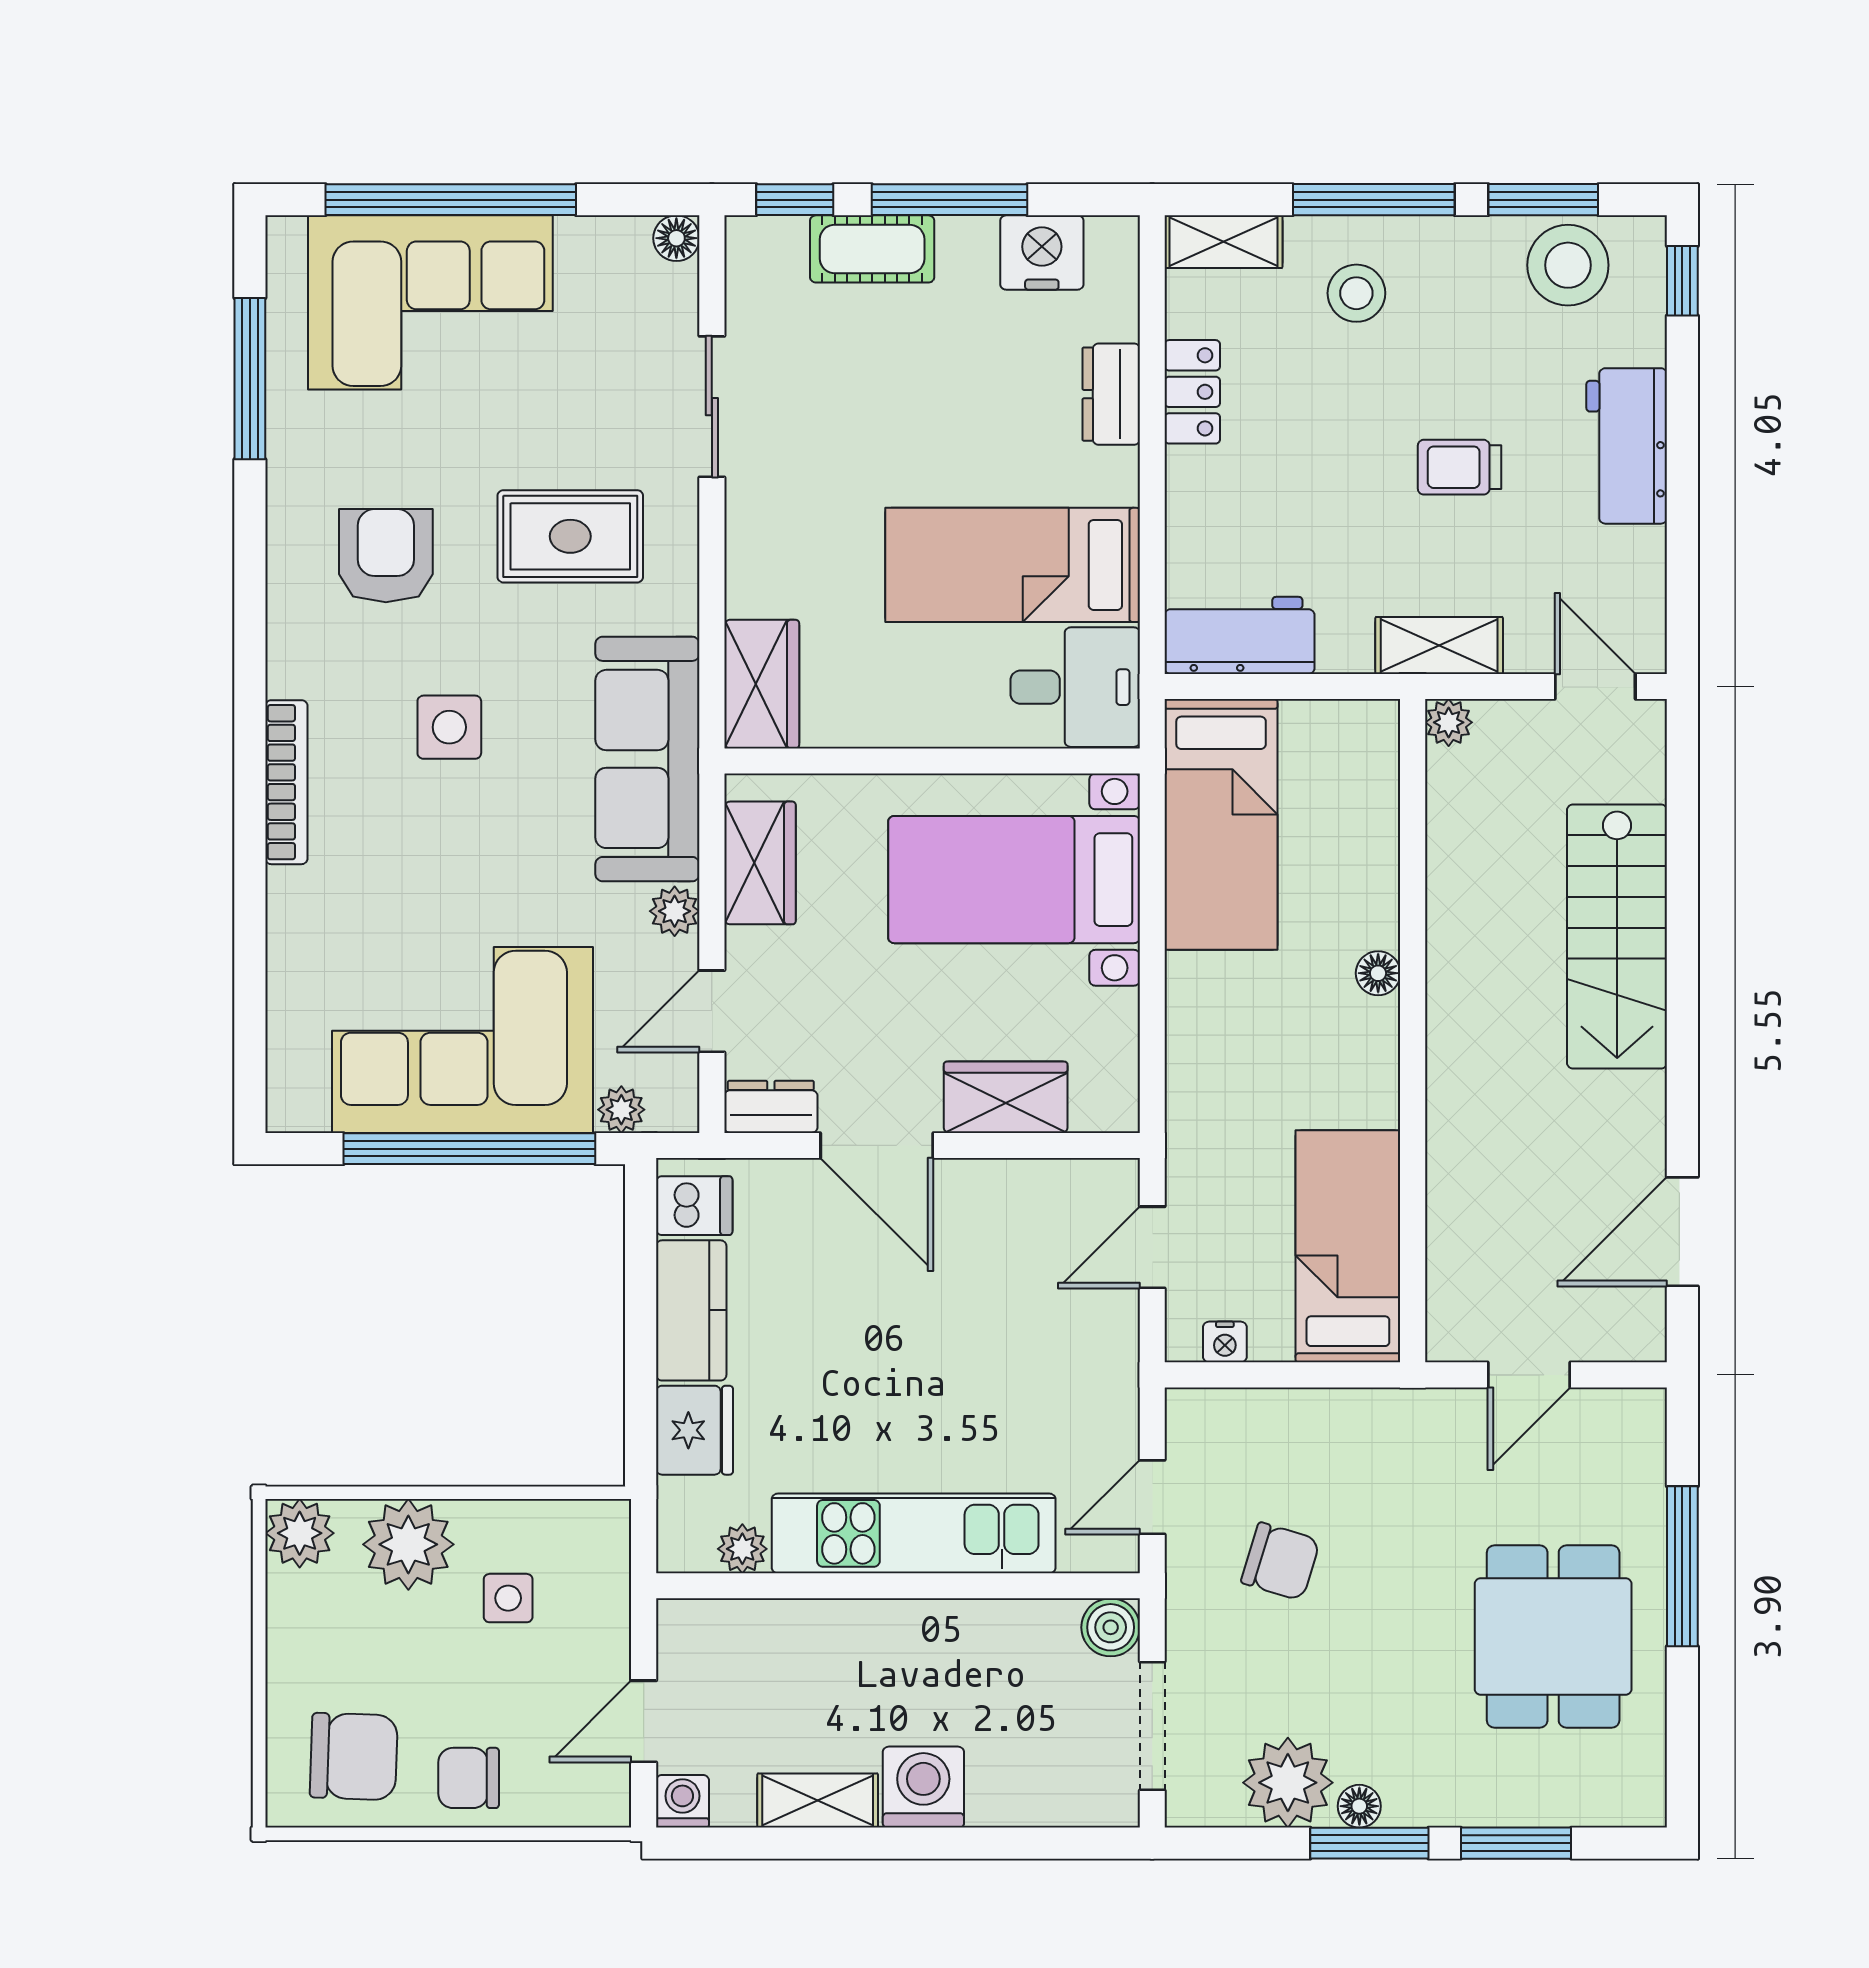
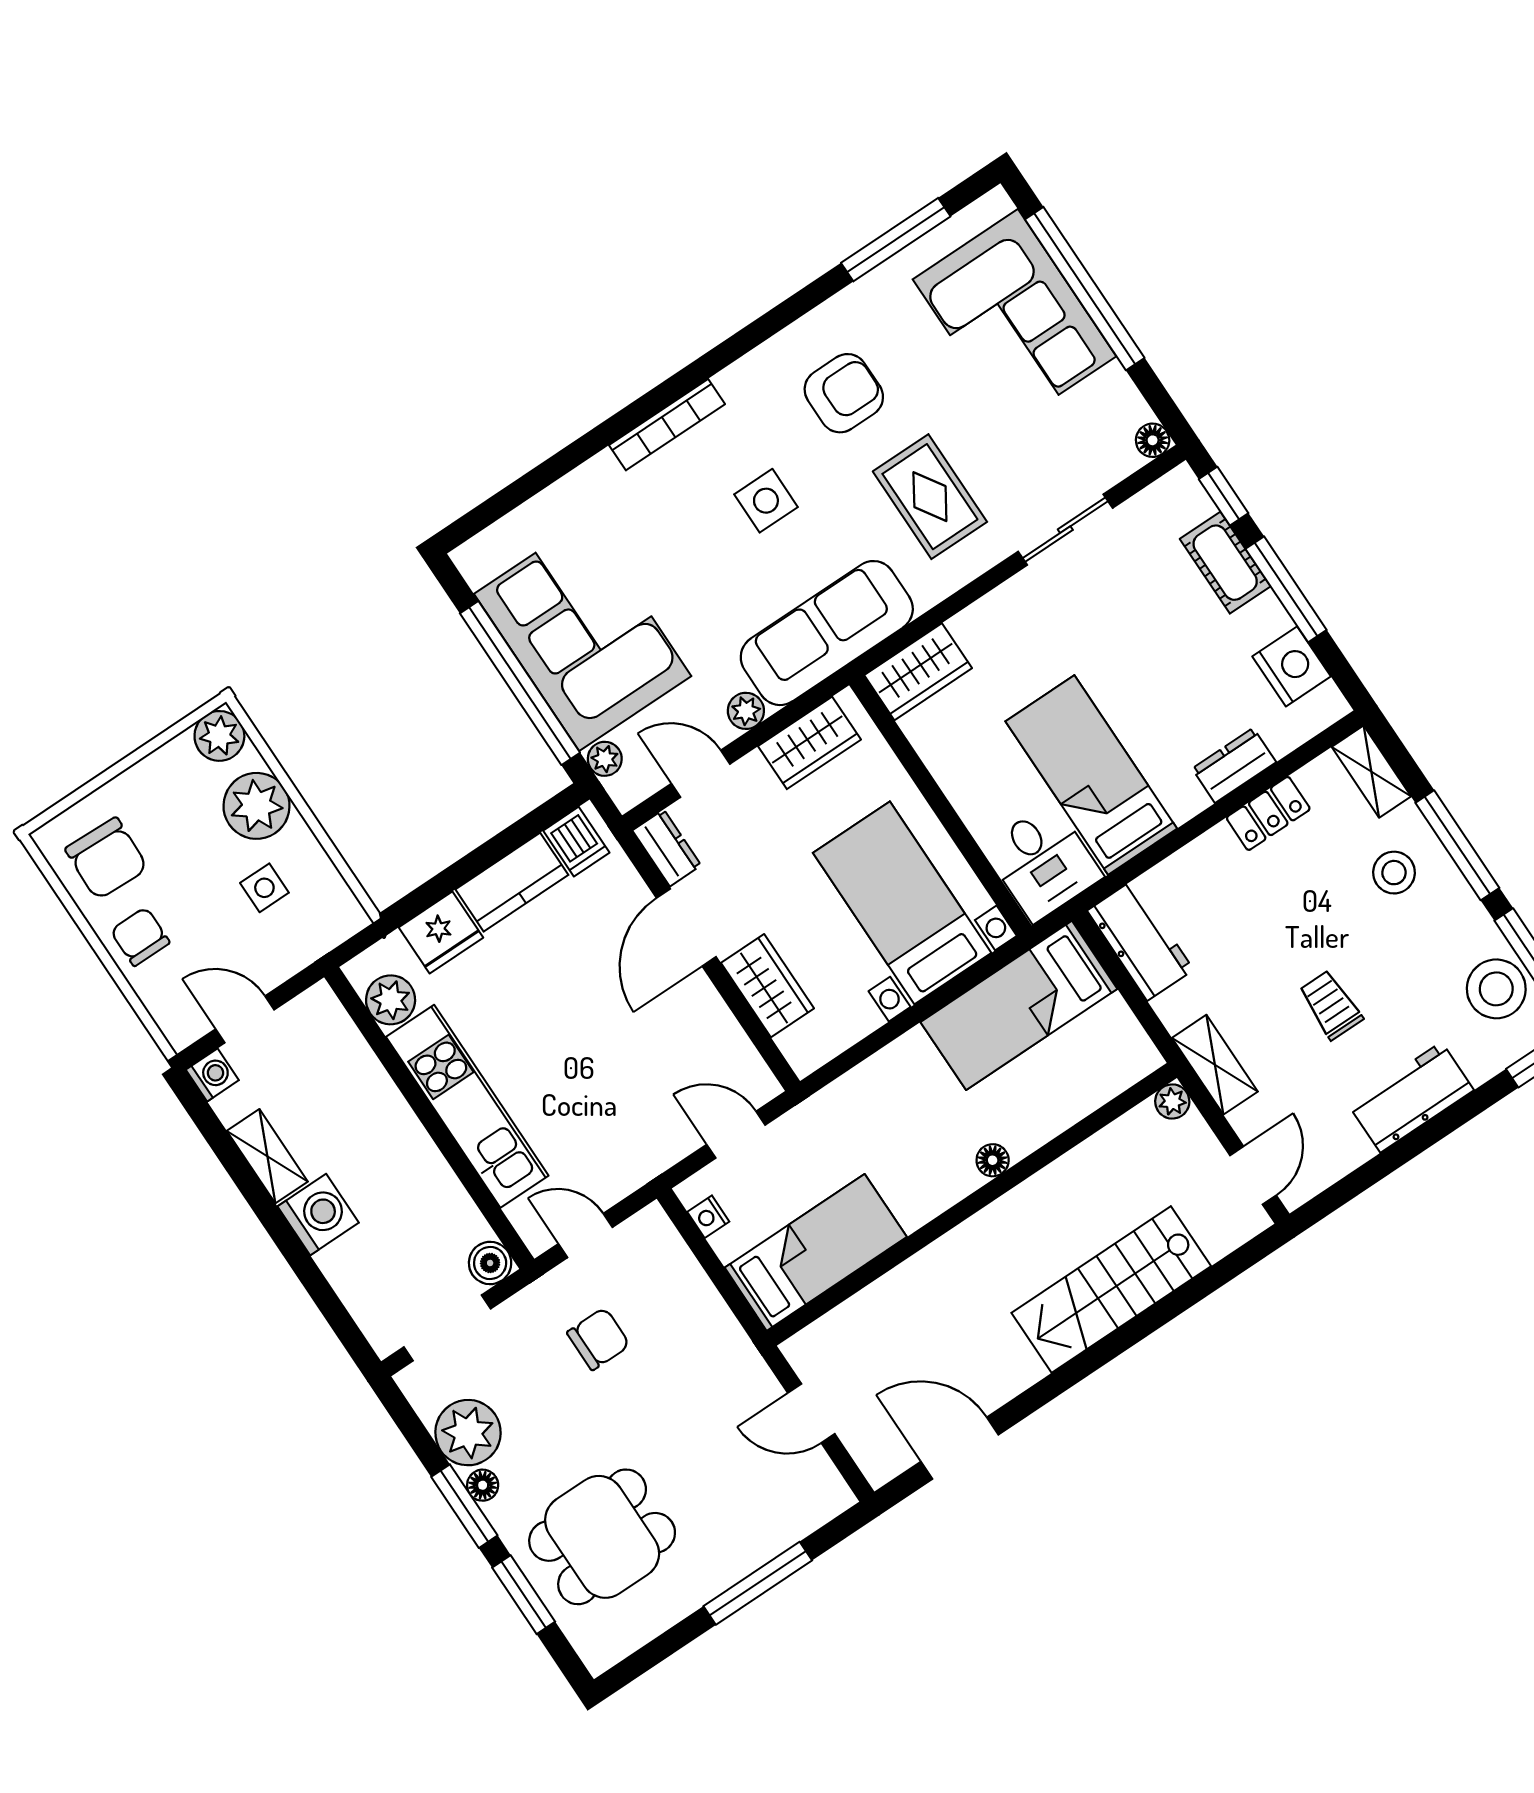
plant: (742, 1549) -> (391, 1000), width x1.38, depth x1.38
chair: (1280, 1561) -> (598, 1339), turned -107
dining table: (1553, 1636) -> (602, 1537), moved

